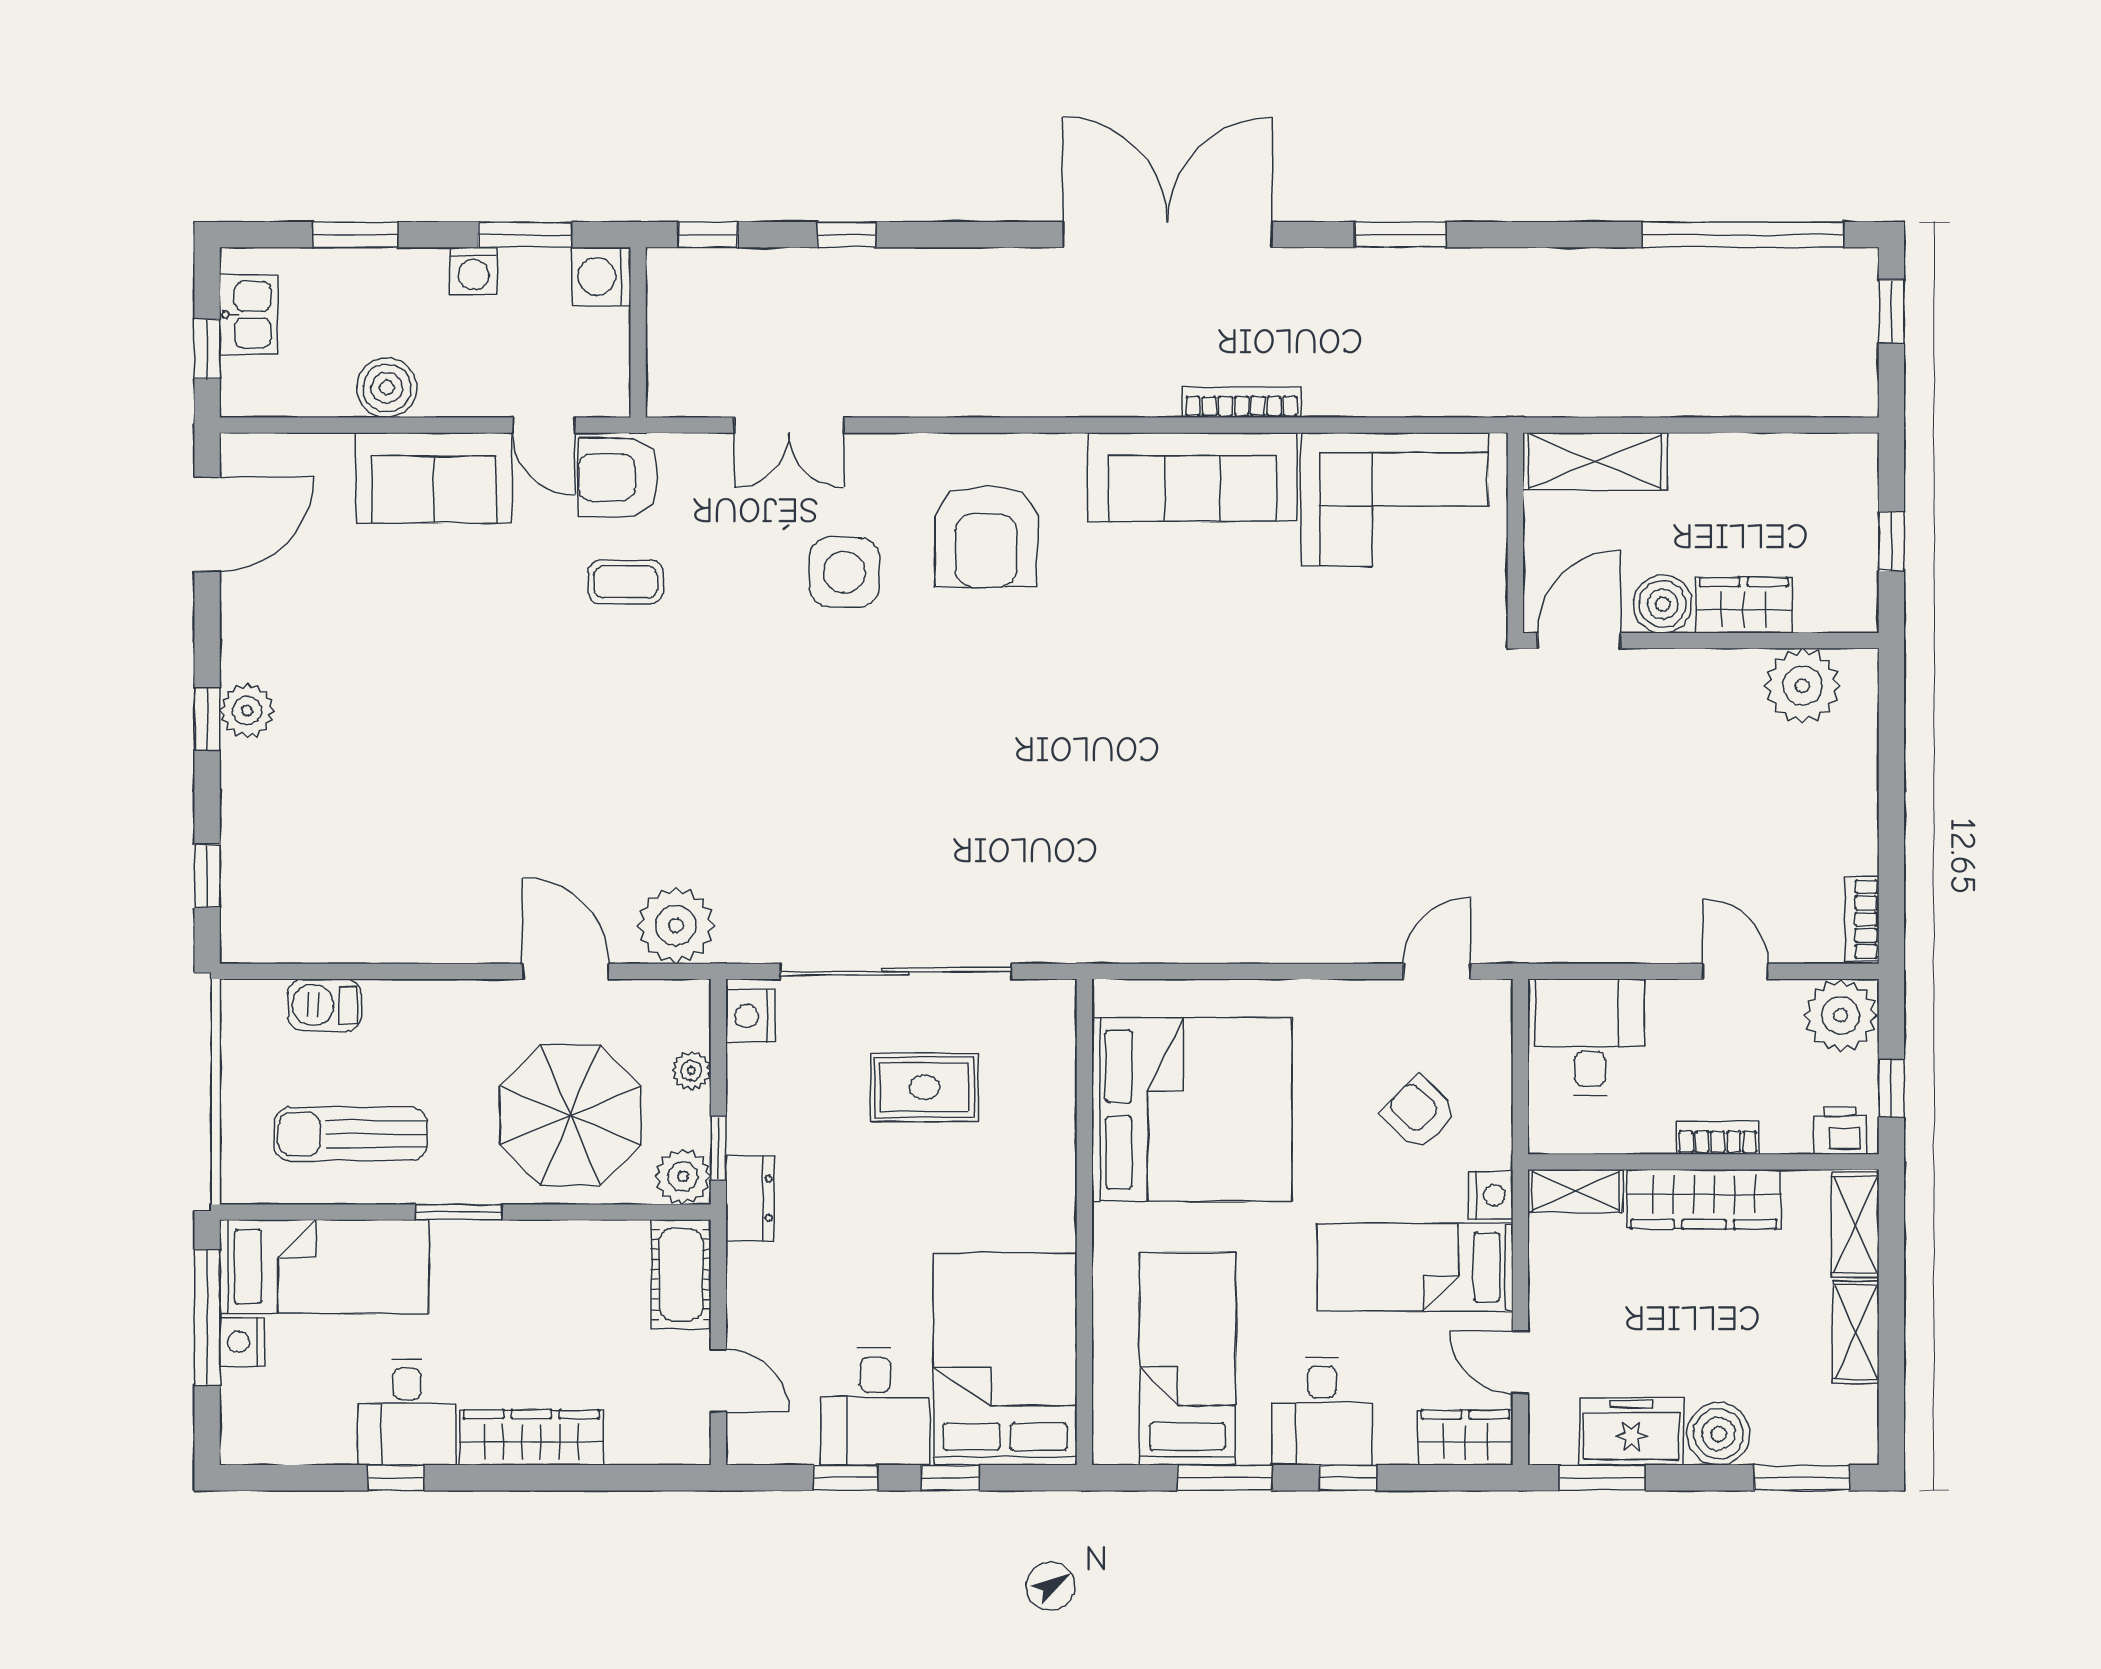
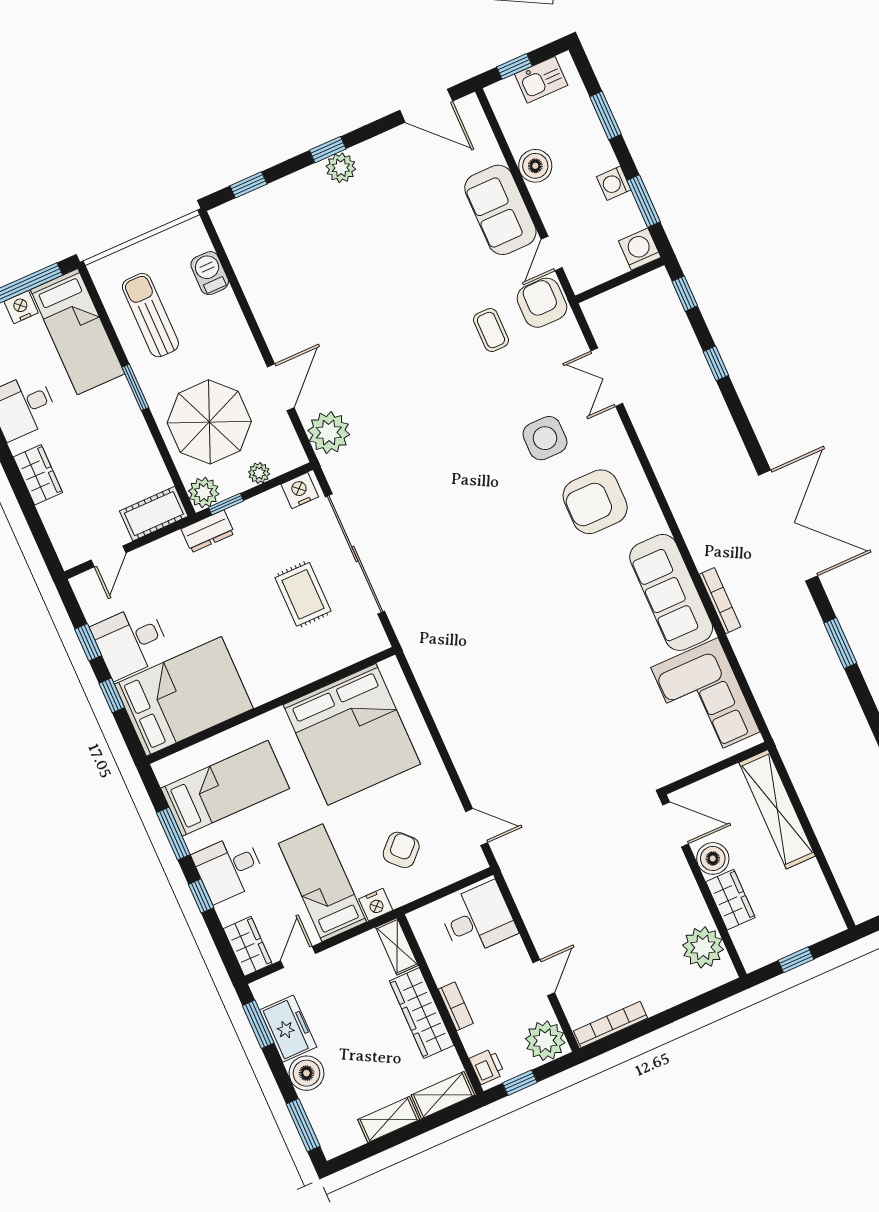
shelving: (1595, 461) -> (777, 809), width x1.47
bookcase: (1862, 919) -> (611, 1025), width x1.56
wardrobe: (531, 1437) -> (38, 475), width x0.67

